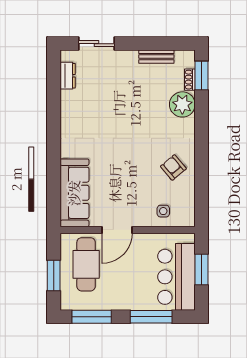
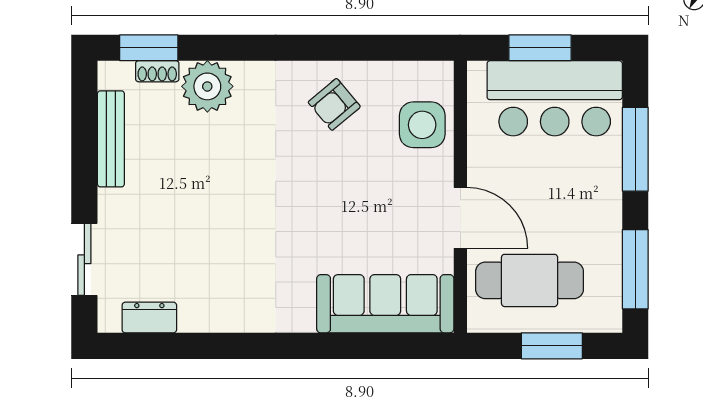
bench: (156, 57) -> (111, 139), width x1.36
side table: (163, 211) -> (422, 125), width x1.87, depth x1.87

